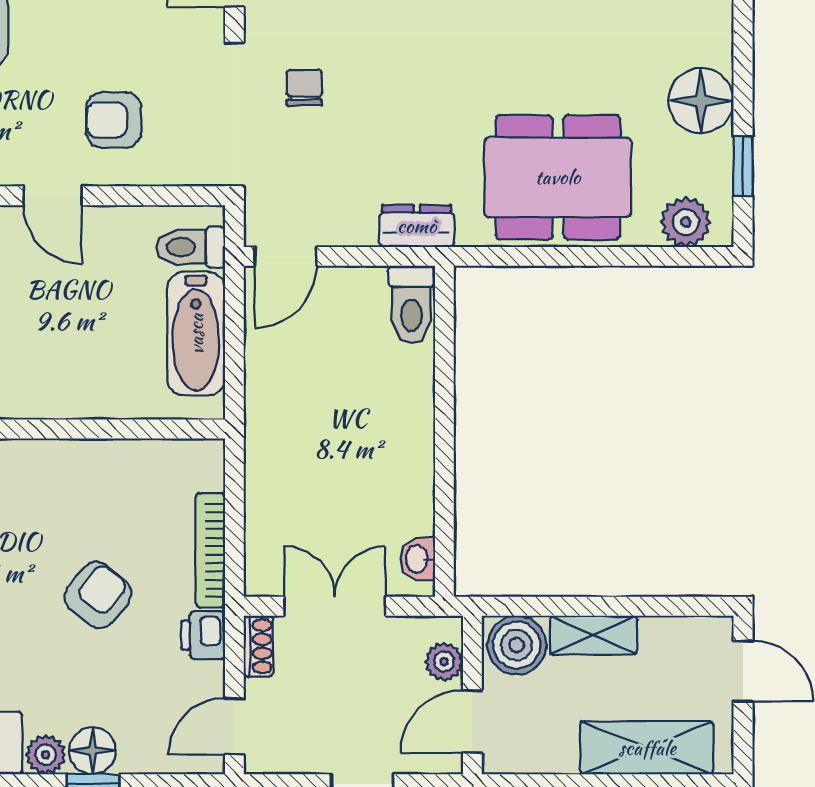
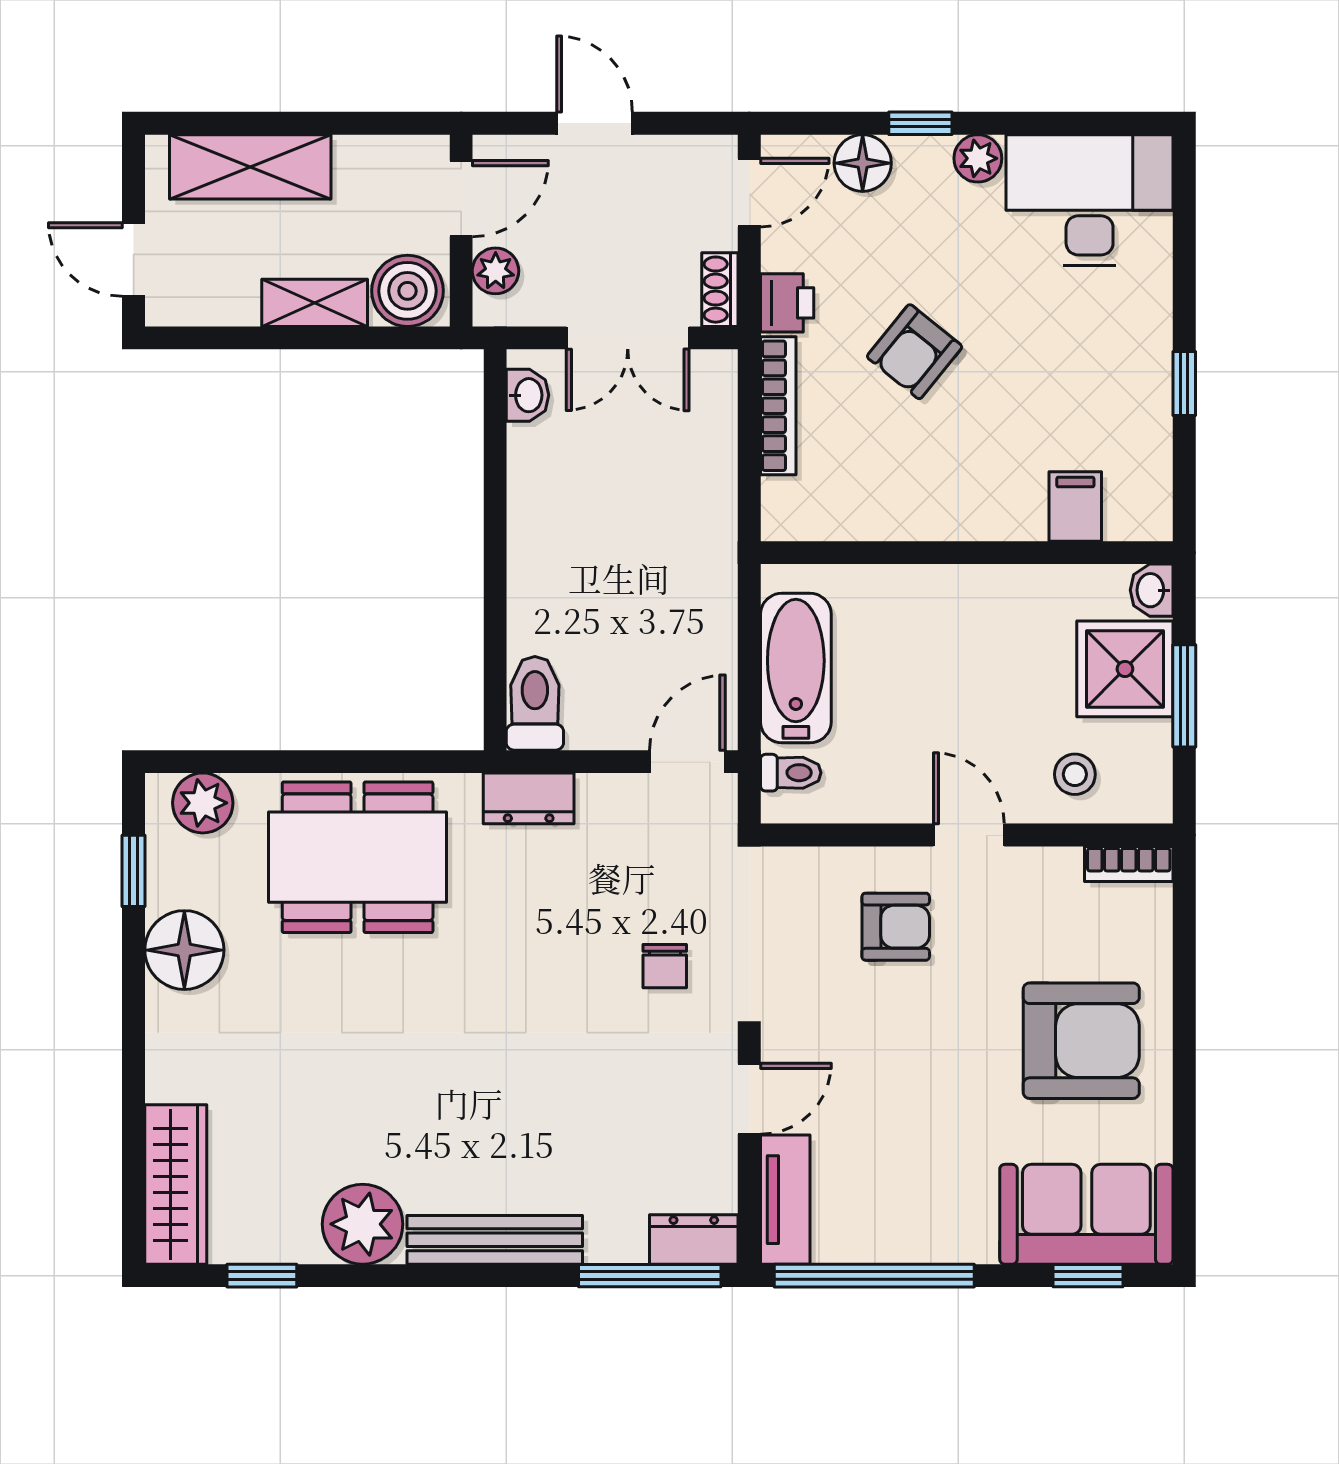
toilet: (191, 247) -> (791, 773), width x0.73, depth x0.72
floor lamp: (93, 751) -> (863, 163), moved

